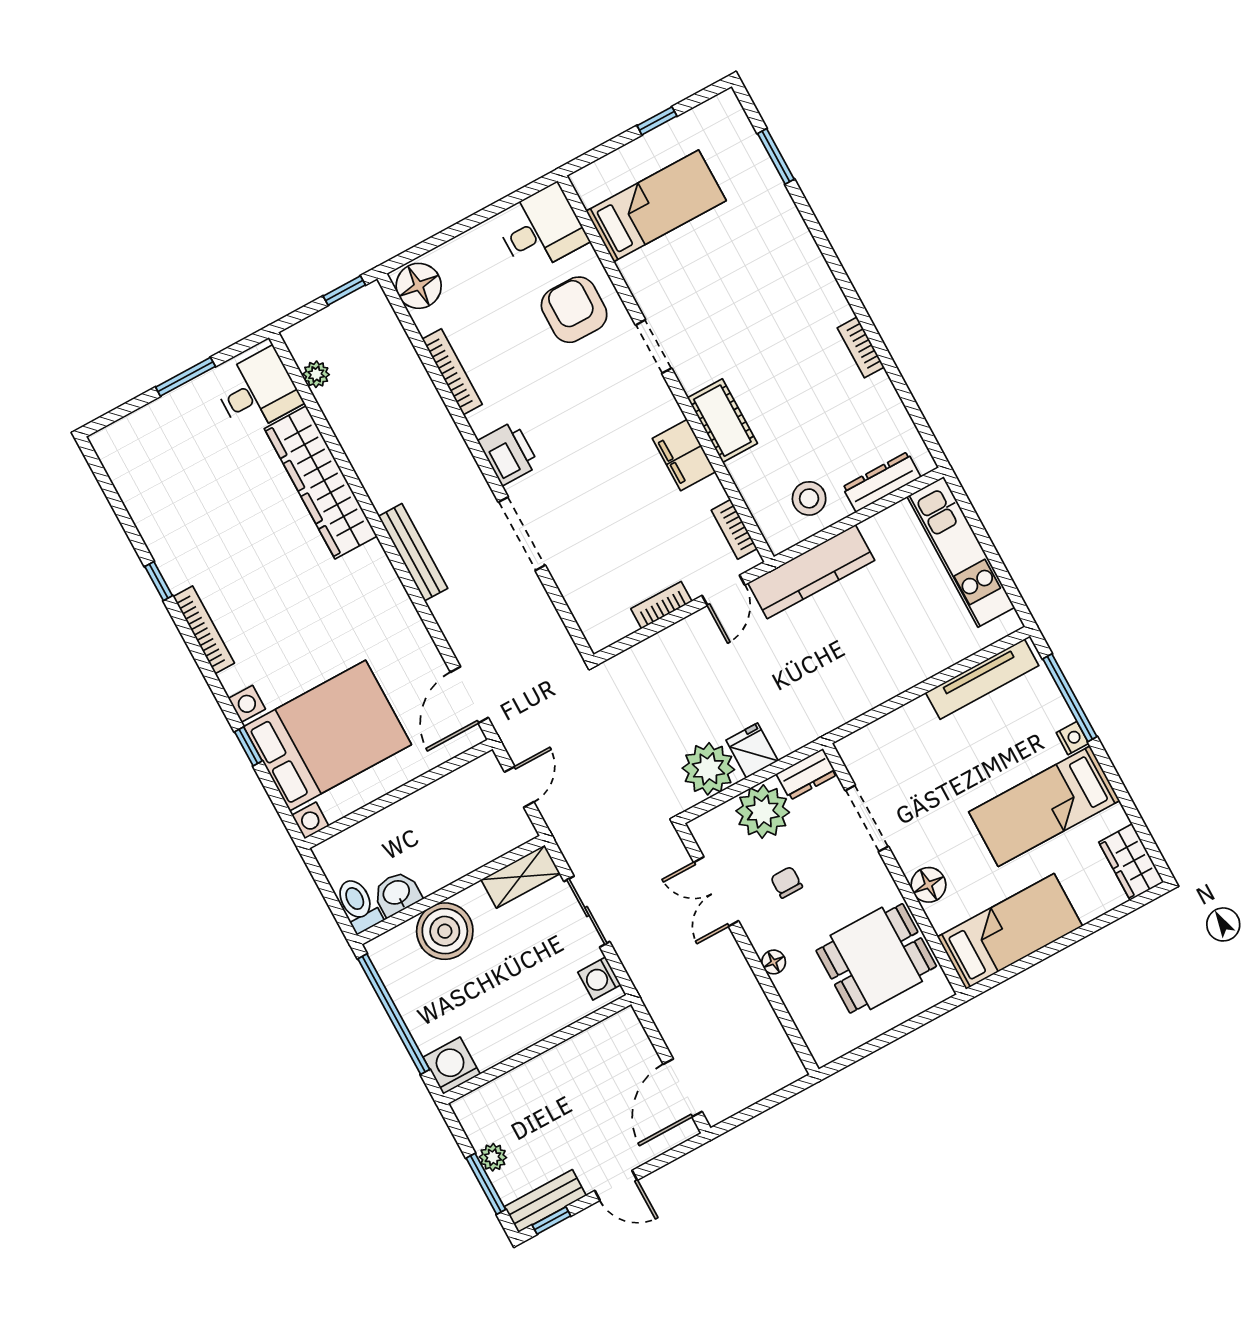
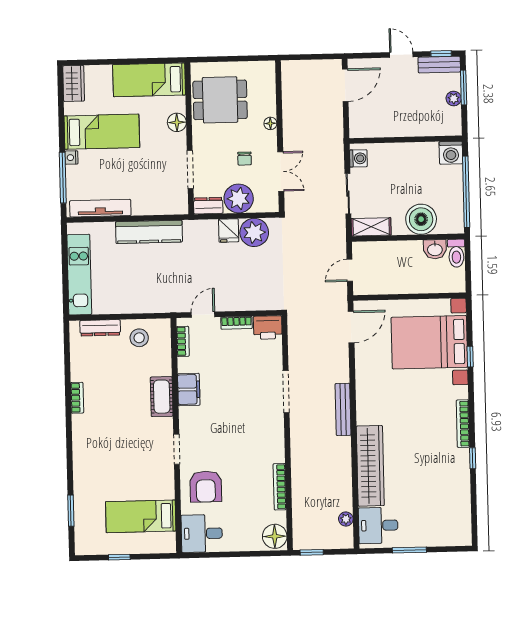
printer: (508, 453) -> (268, 327), moved, turned -90
kitchen counter: (811, 572) -> (149, 232), moved, turned 180

